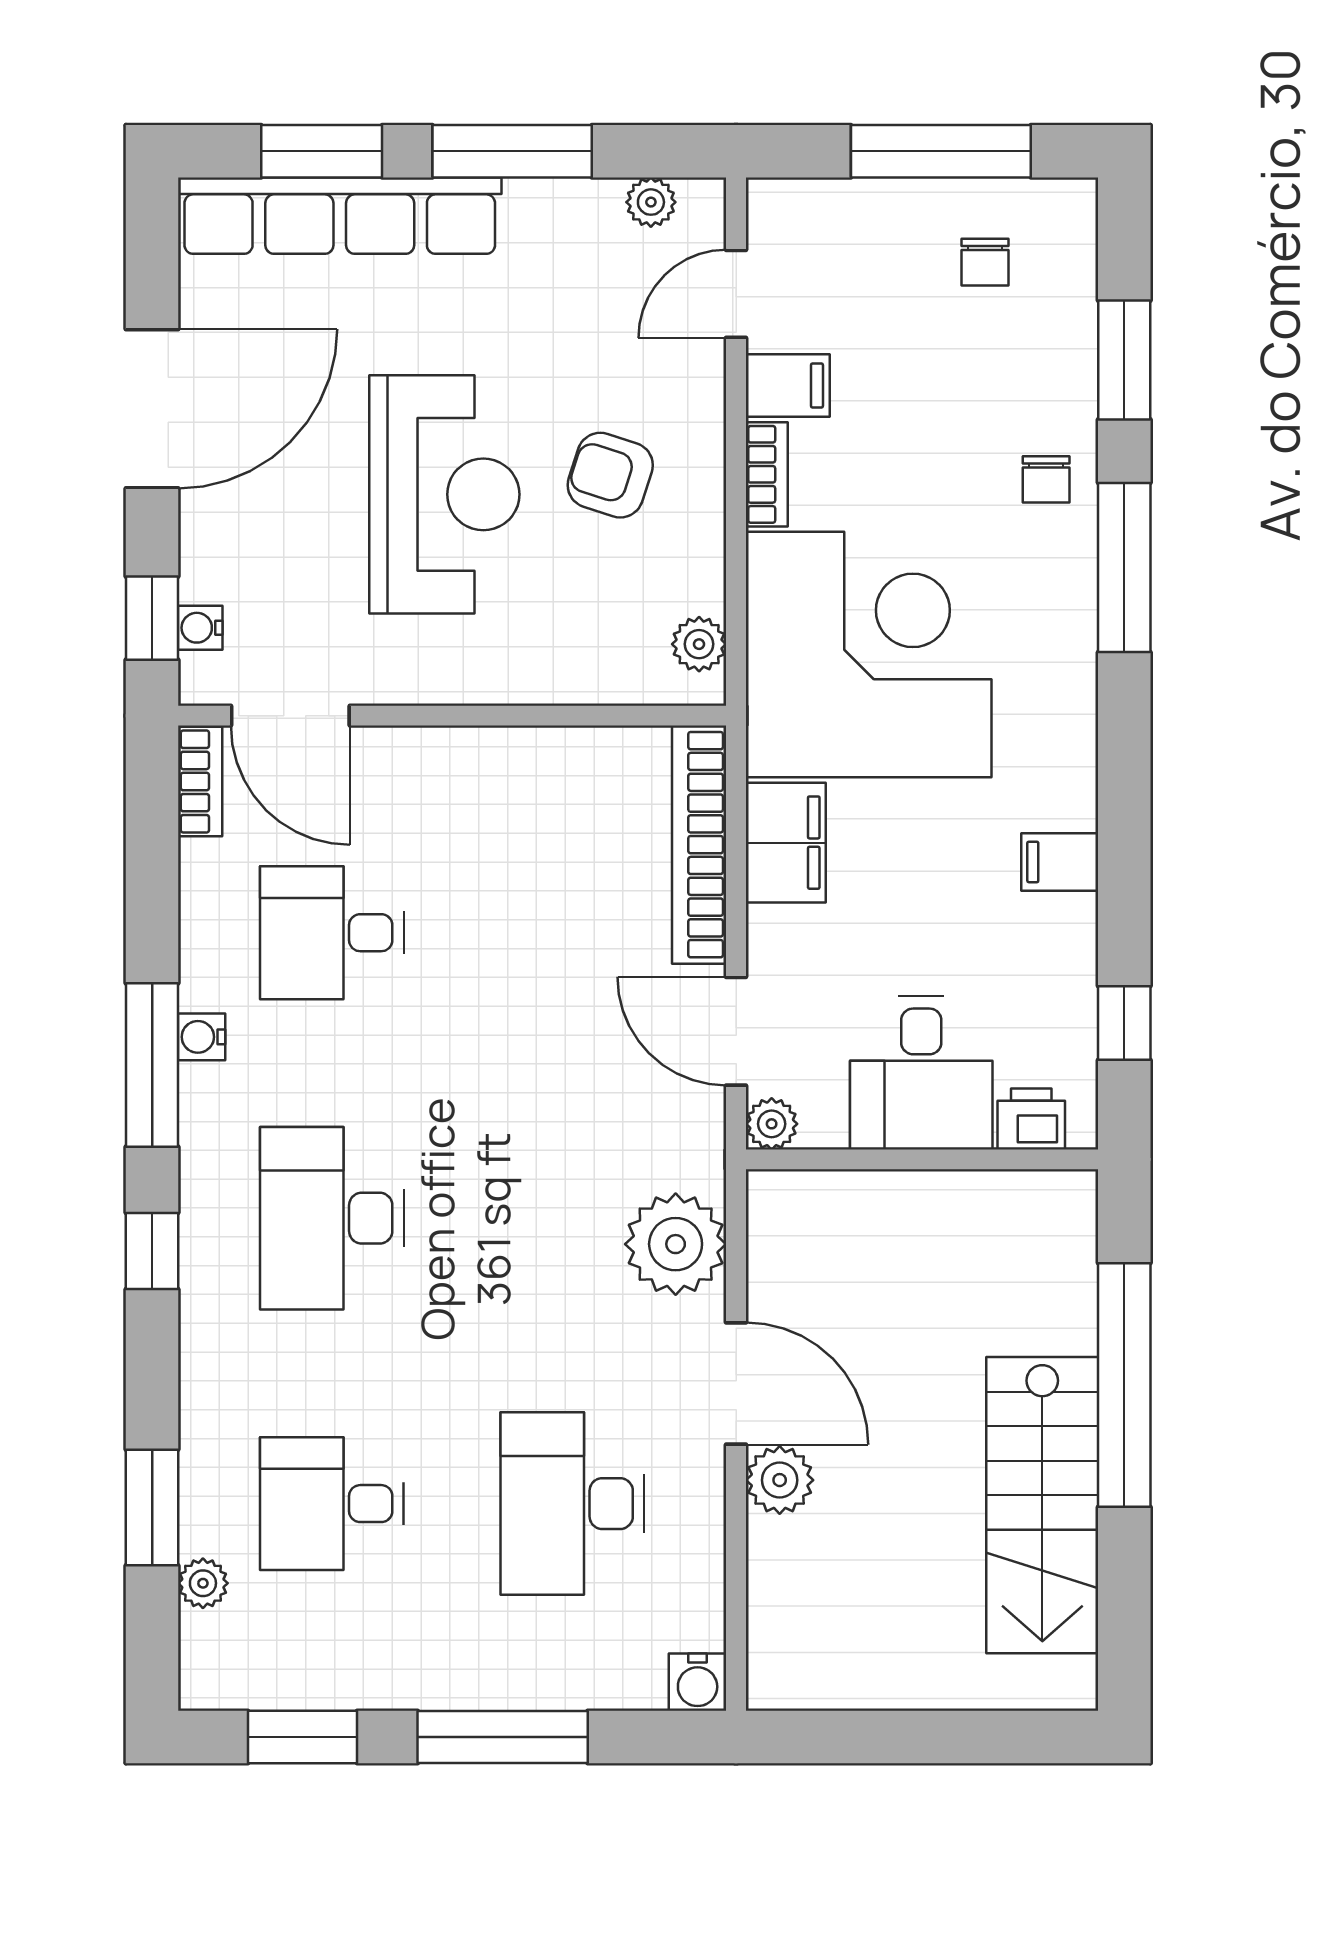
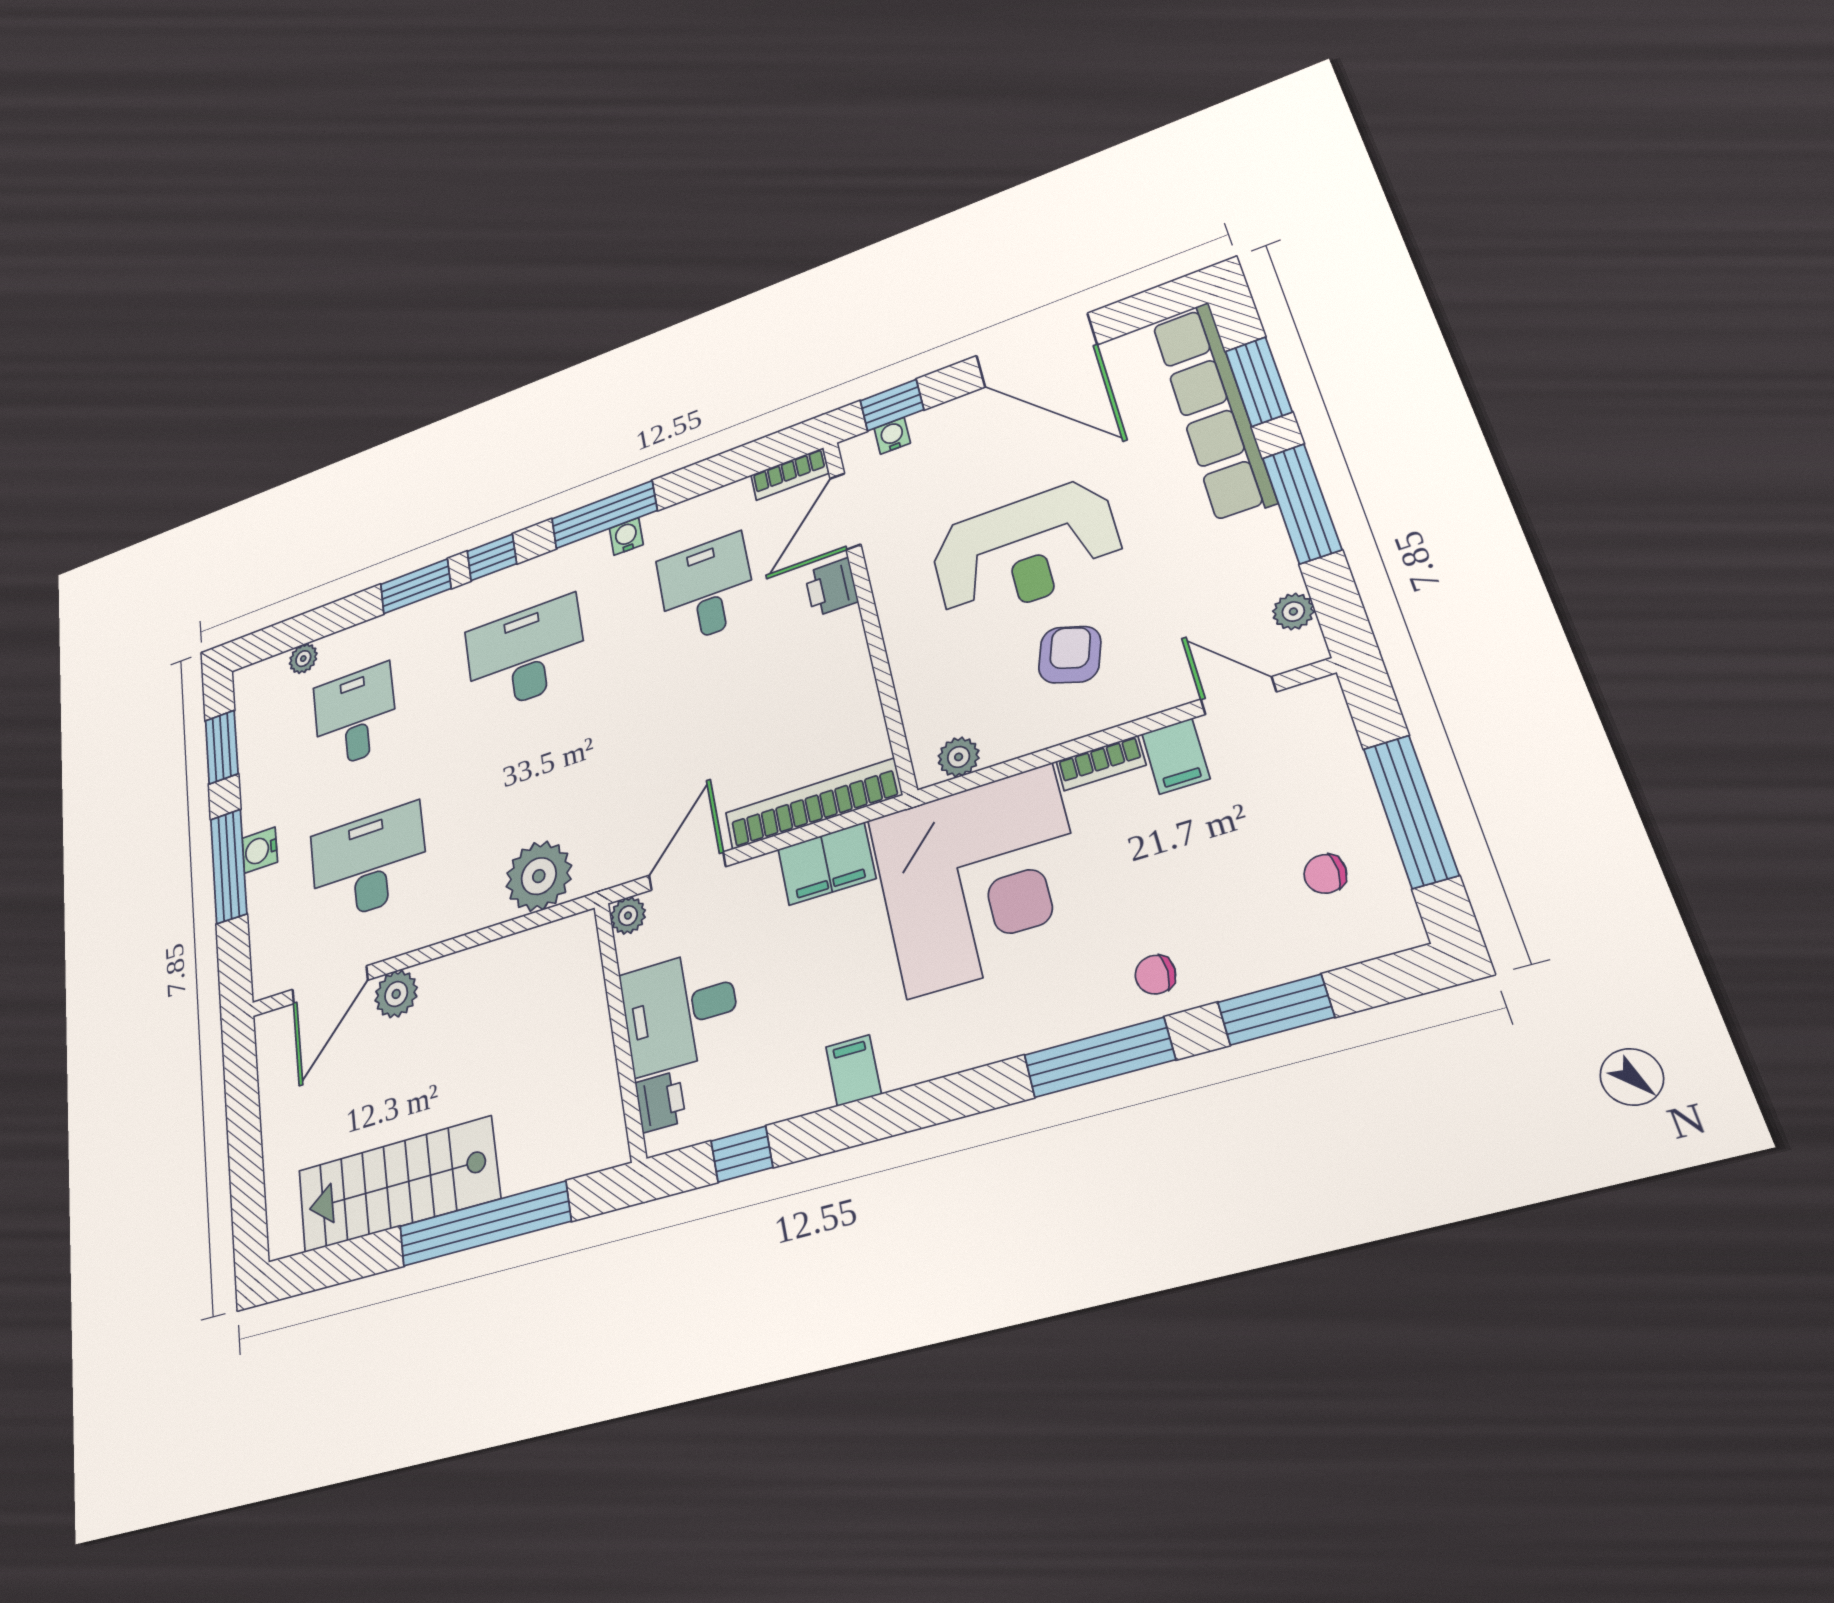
printer: (398, 758) -> (831, 587), added
door: (736, 1383) -> (330, 985), moved
window: (152, 1508) -> (416, 586), moved
water cooler: (698, 1682) -> (260, 850), moved

